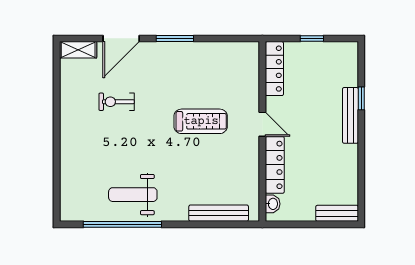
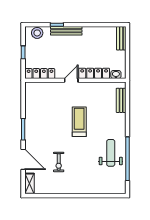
stool: (347, 63) -> (37, 33), added
treadmill: (201, 121) -> (79, 122), moved
weight bench: (133, 195) -> (111, 153), turned 180
bench: (219, 213) -> (121, 100), width x0.73

